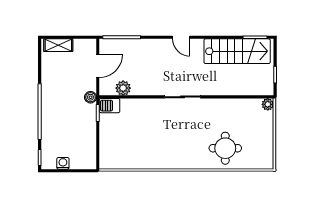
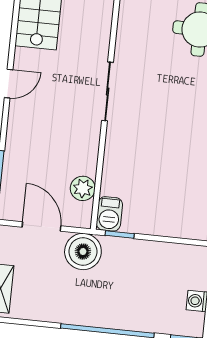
boiler: (91, 97) -> (83, 252), width x1.86, depth x1.86

